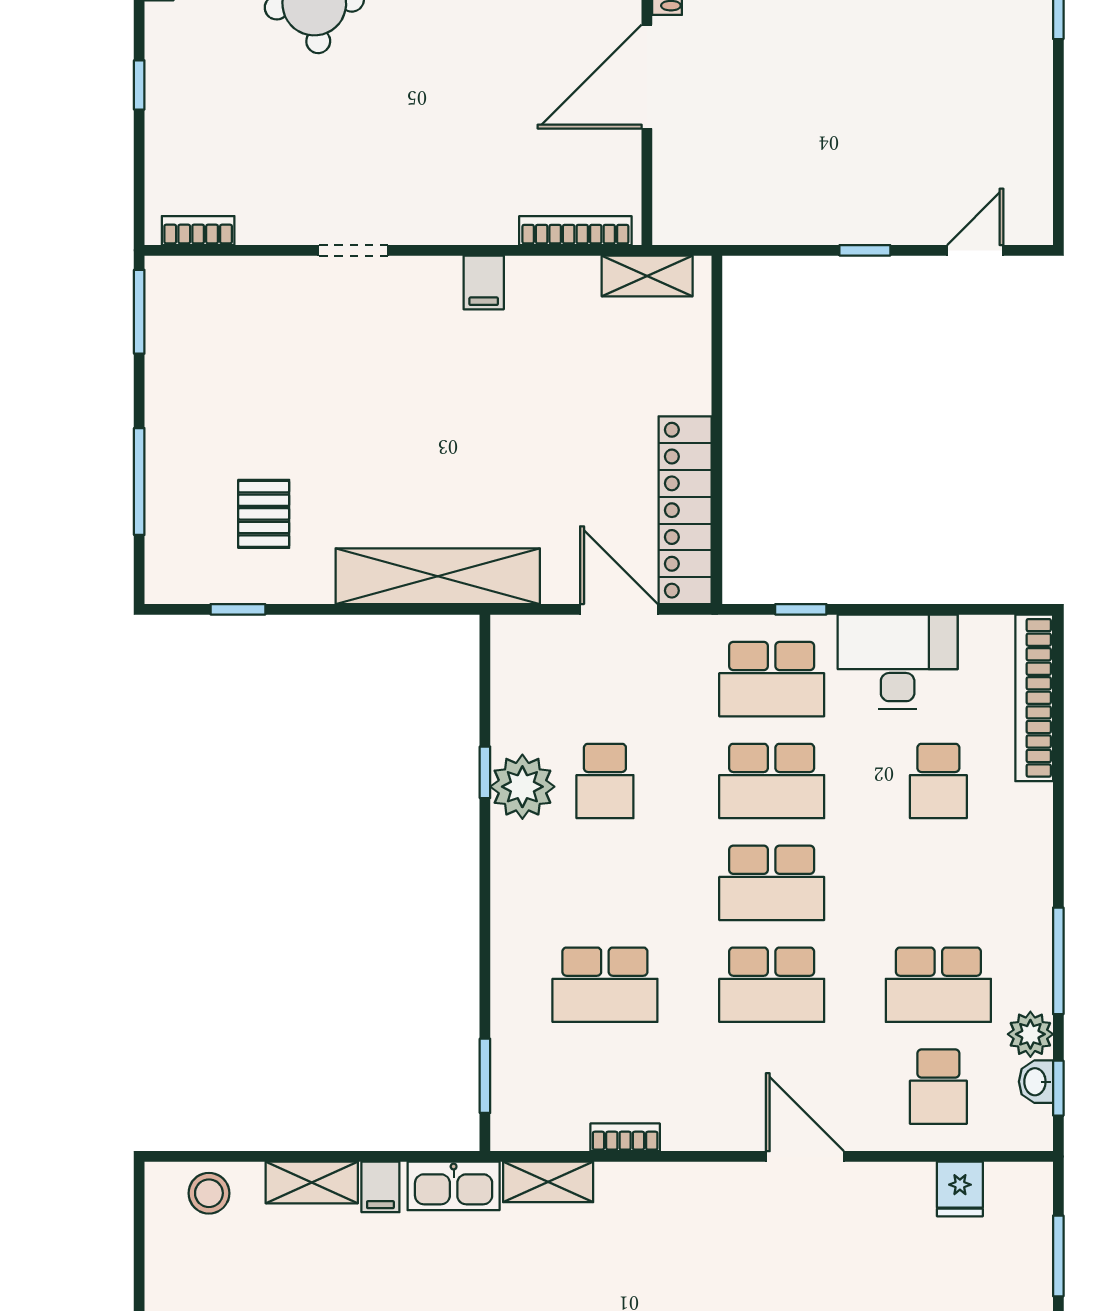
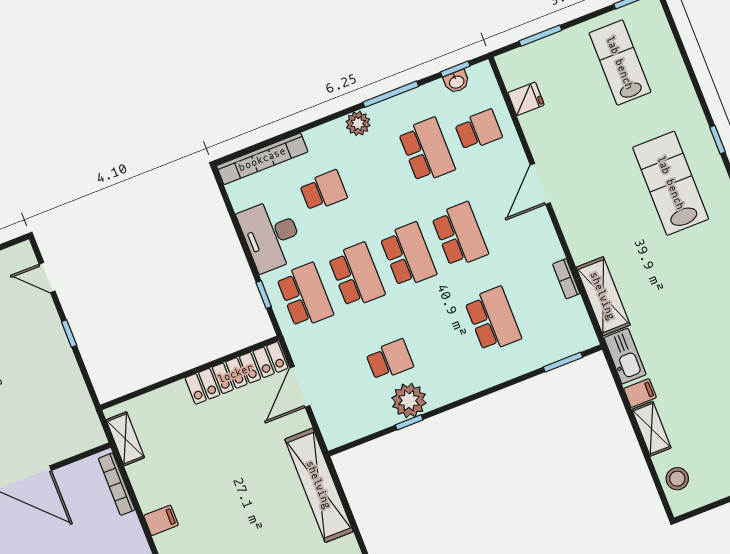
plant: (1030, 1034) -> (358, 123), moved
shelving: (548, 1182) -> (603, 296), width x1.50, depth x1.33

